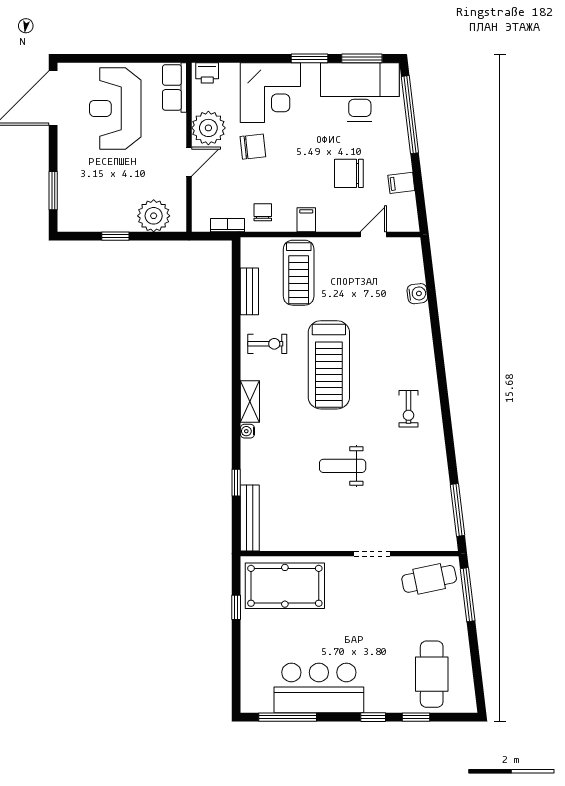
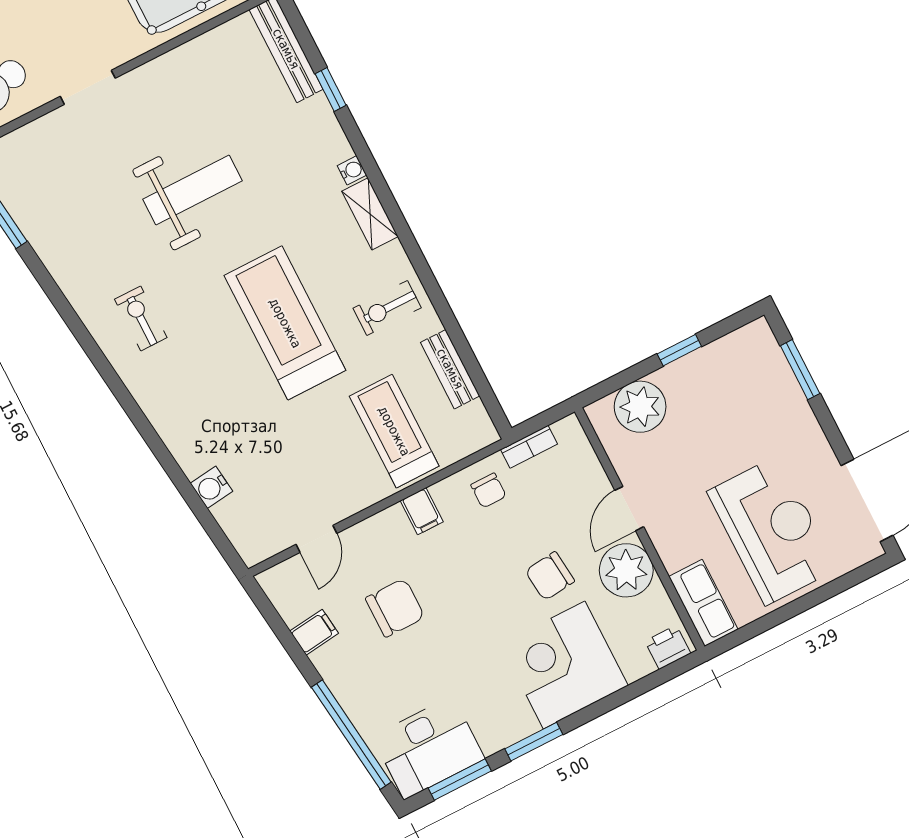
desk: (360, 92) -> (428, 748), width x0.73, depth x0.77
weight bench: (343, 466) -> (193, 190), width x1.36, depth x1.33

